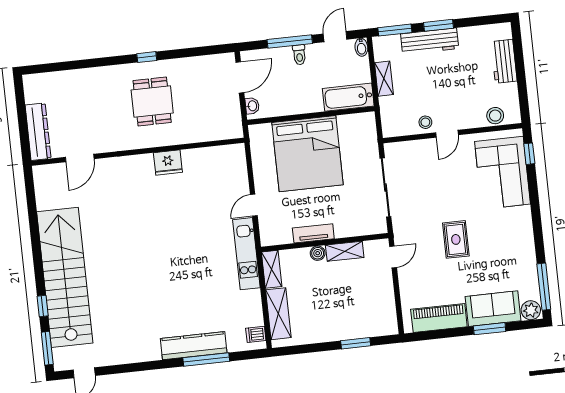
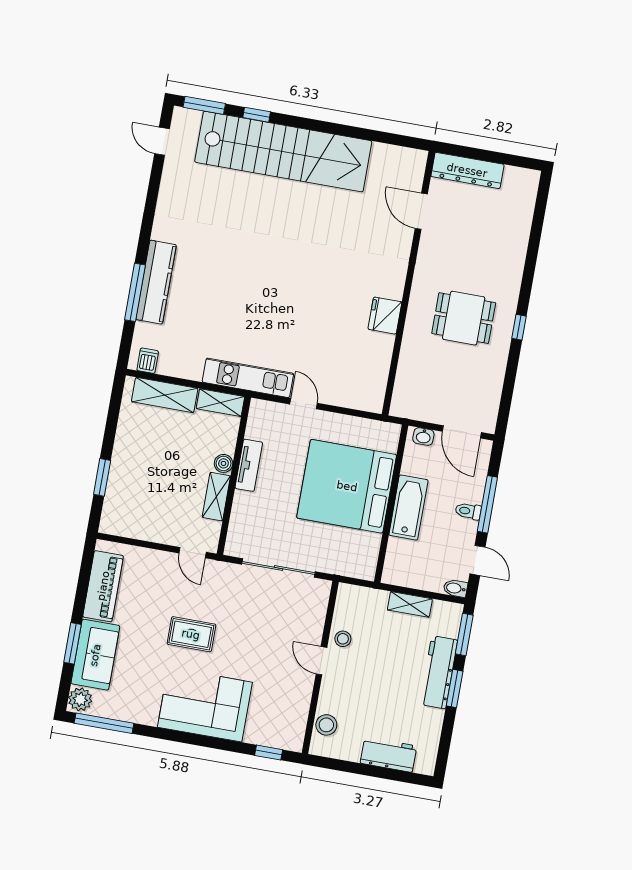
bathtub: (348, 97) -> (408, 508), moved
corner sofa: (503, 173) -> (205, 705), moved

